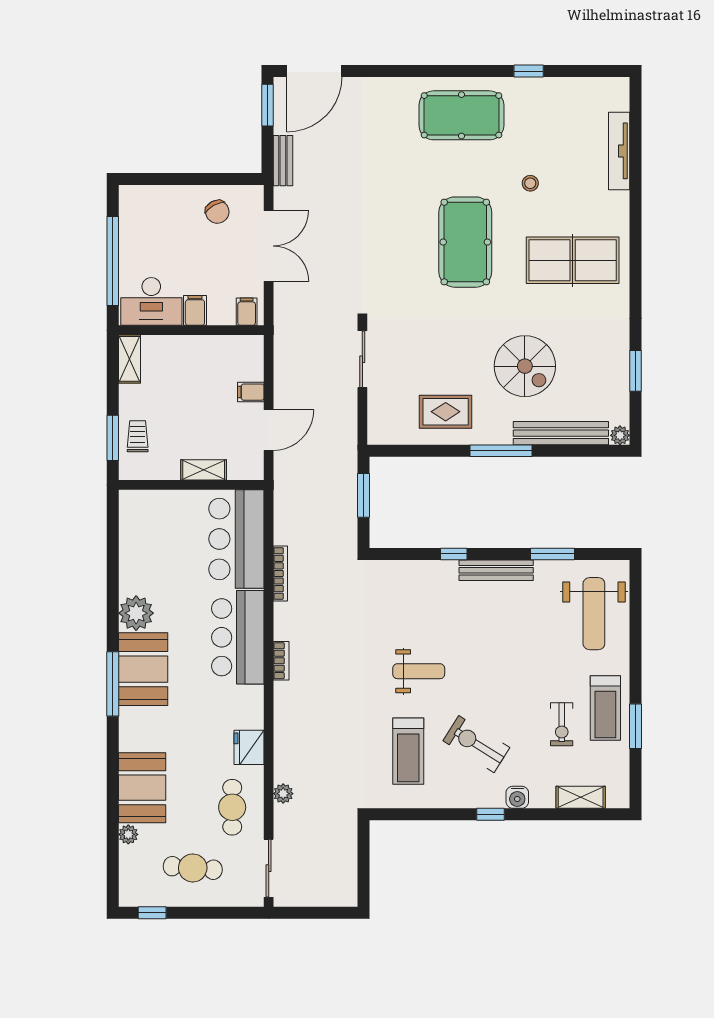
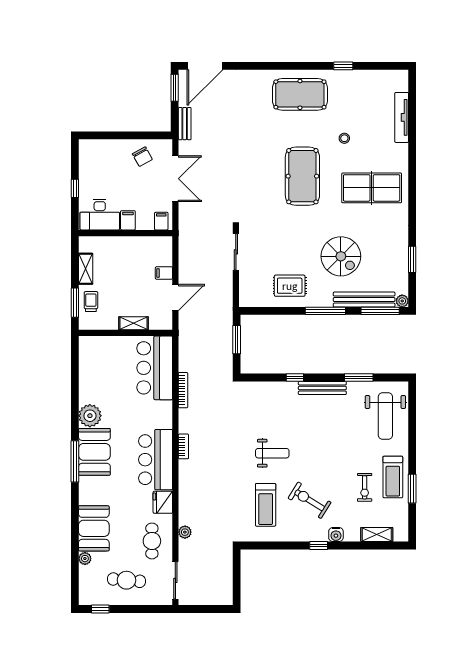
window: (113, 261) -> (75, 188), width x0.32
shelving: (129, 359) -> (86, 269), moved
window: (586, 451) -> (380, 311), added
bar counter: (238, 637) -> (156, 460), moved

